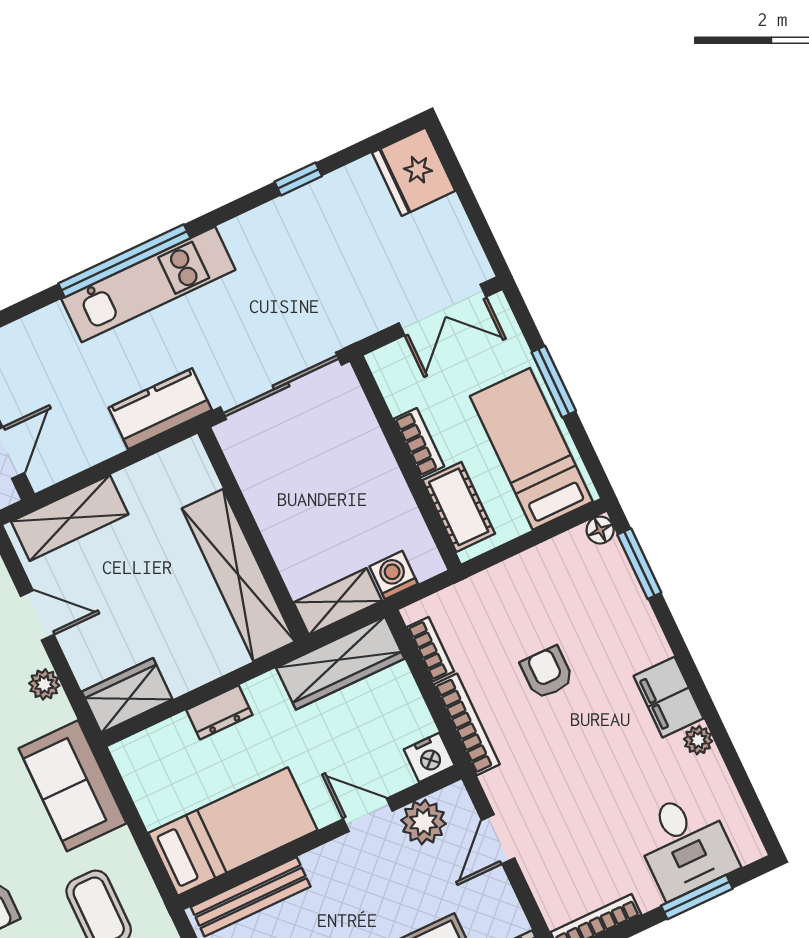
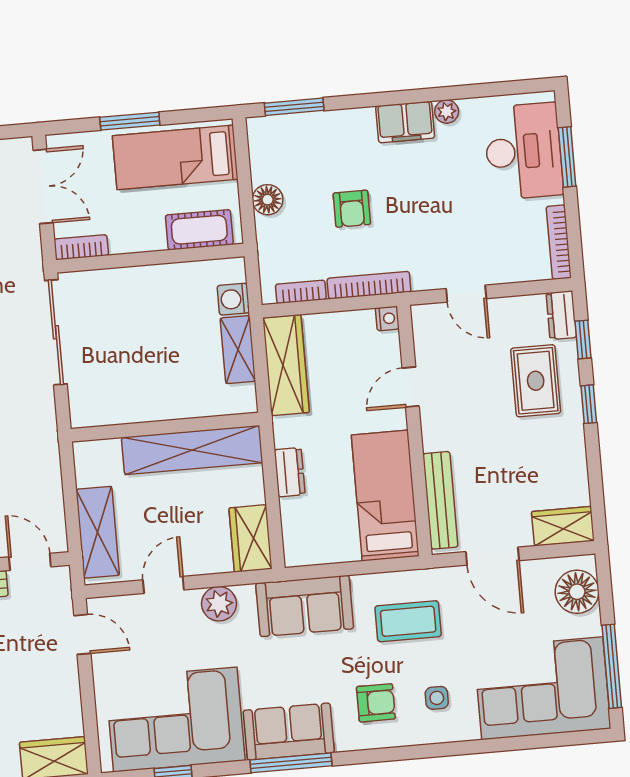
kitchen counter: (160, 409) -> (39, 432), removed
bookcase: (419, 443) -> (81, 247), moved
floor lamp: (600, 530) -> (268, 200), moved, width x1.37, depth x1.37
wall: (253, 534) -> (165, 427), moved
shelving: (238, 575) -> (192, 450), moved
armchair: (547, 673) -> (352, 209), turned -90
plant: (44, 684) -> (219, 604), width x1.38, depth x1.38
nightstand: (429, 757) -> (387, 318), width x0.72, depth x0.74
plant: (424, 822) -> (432, 346), removed
desk: (685, 845) -> (523, 151), width x1.37

